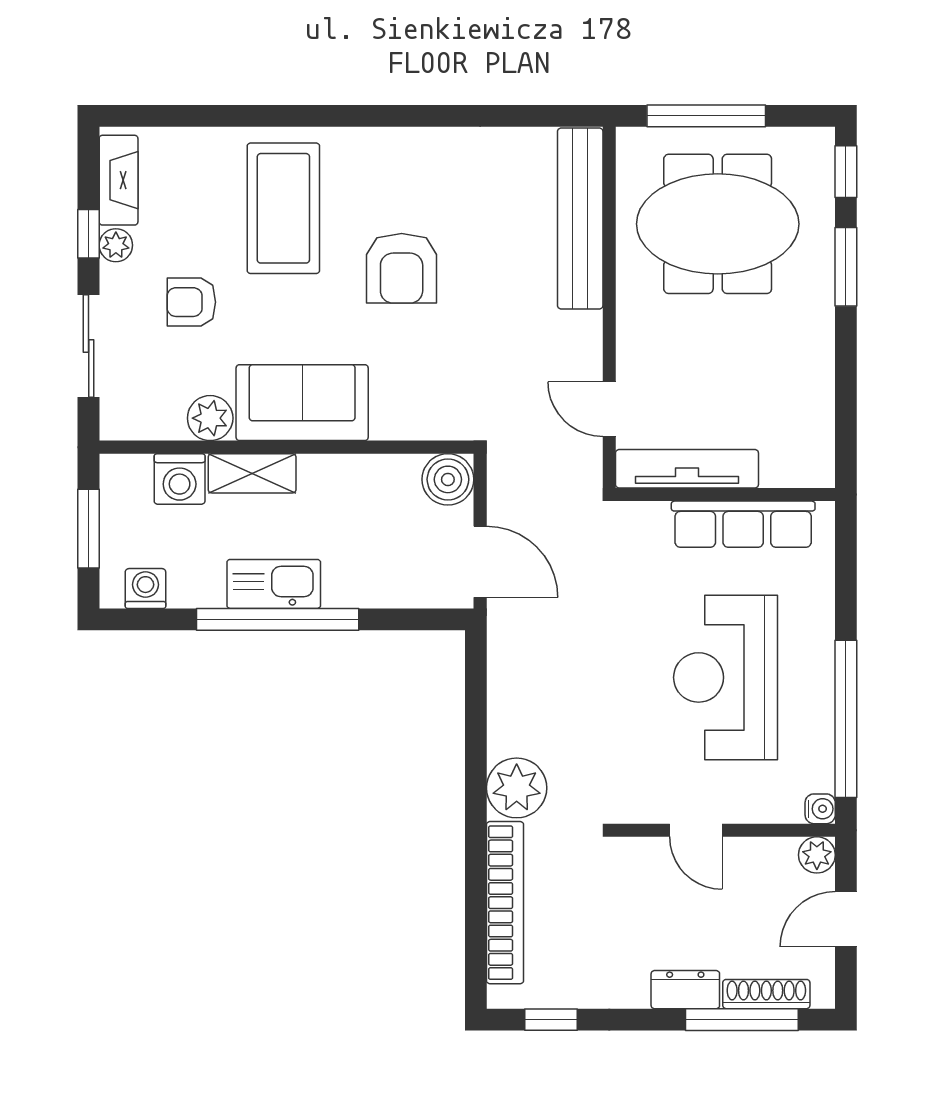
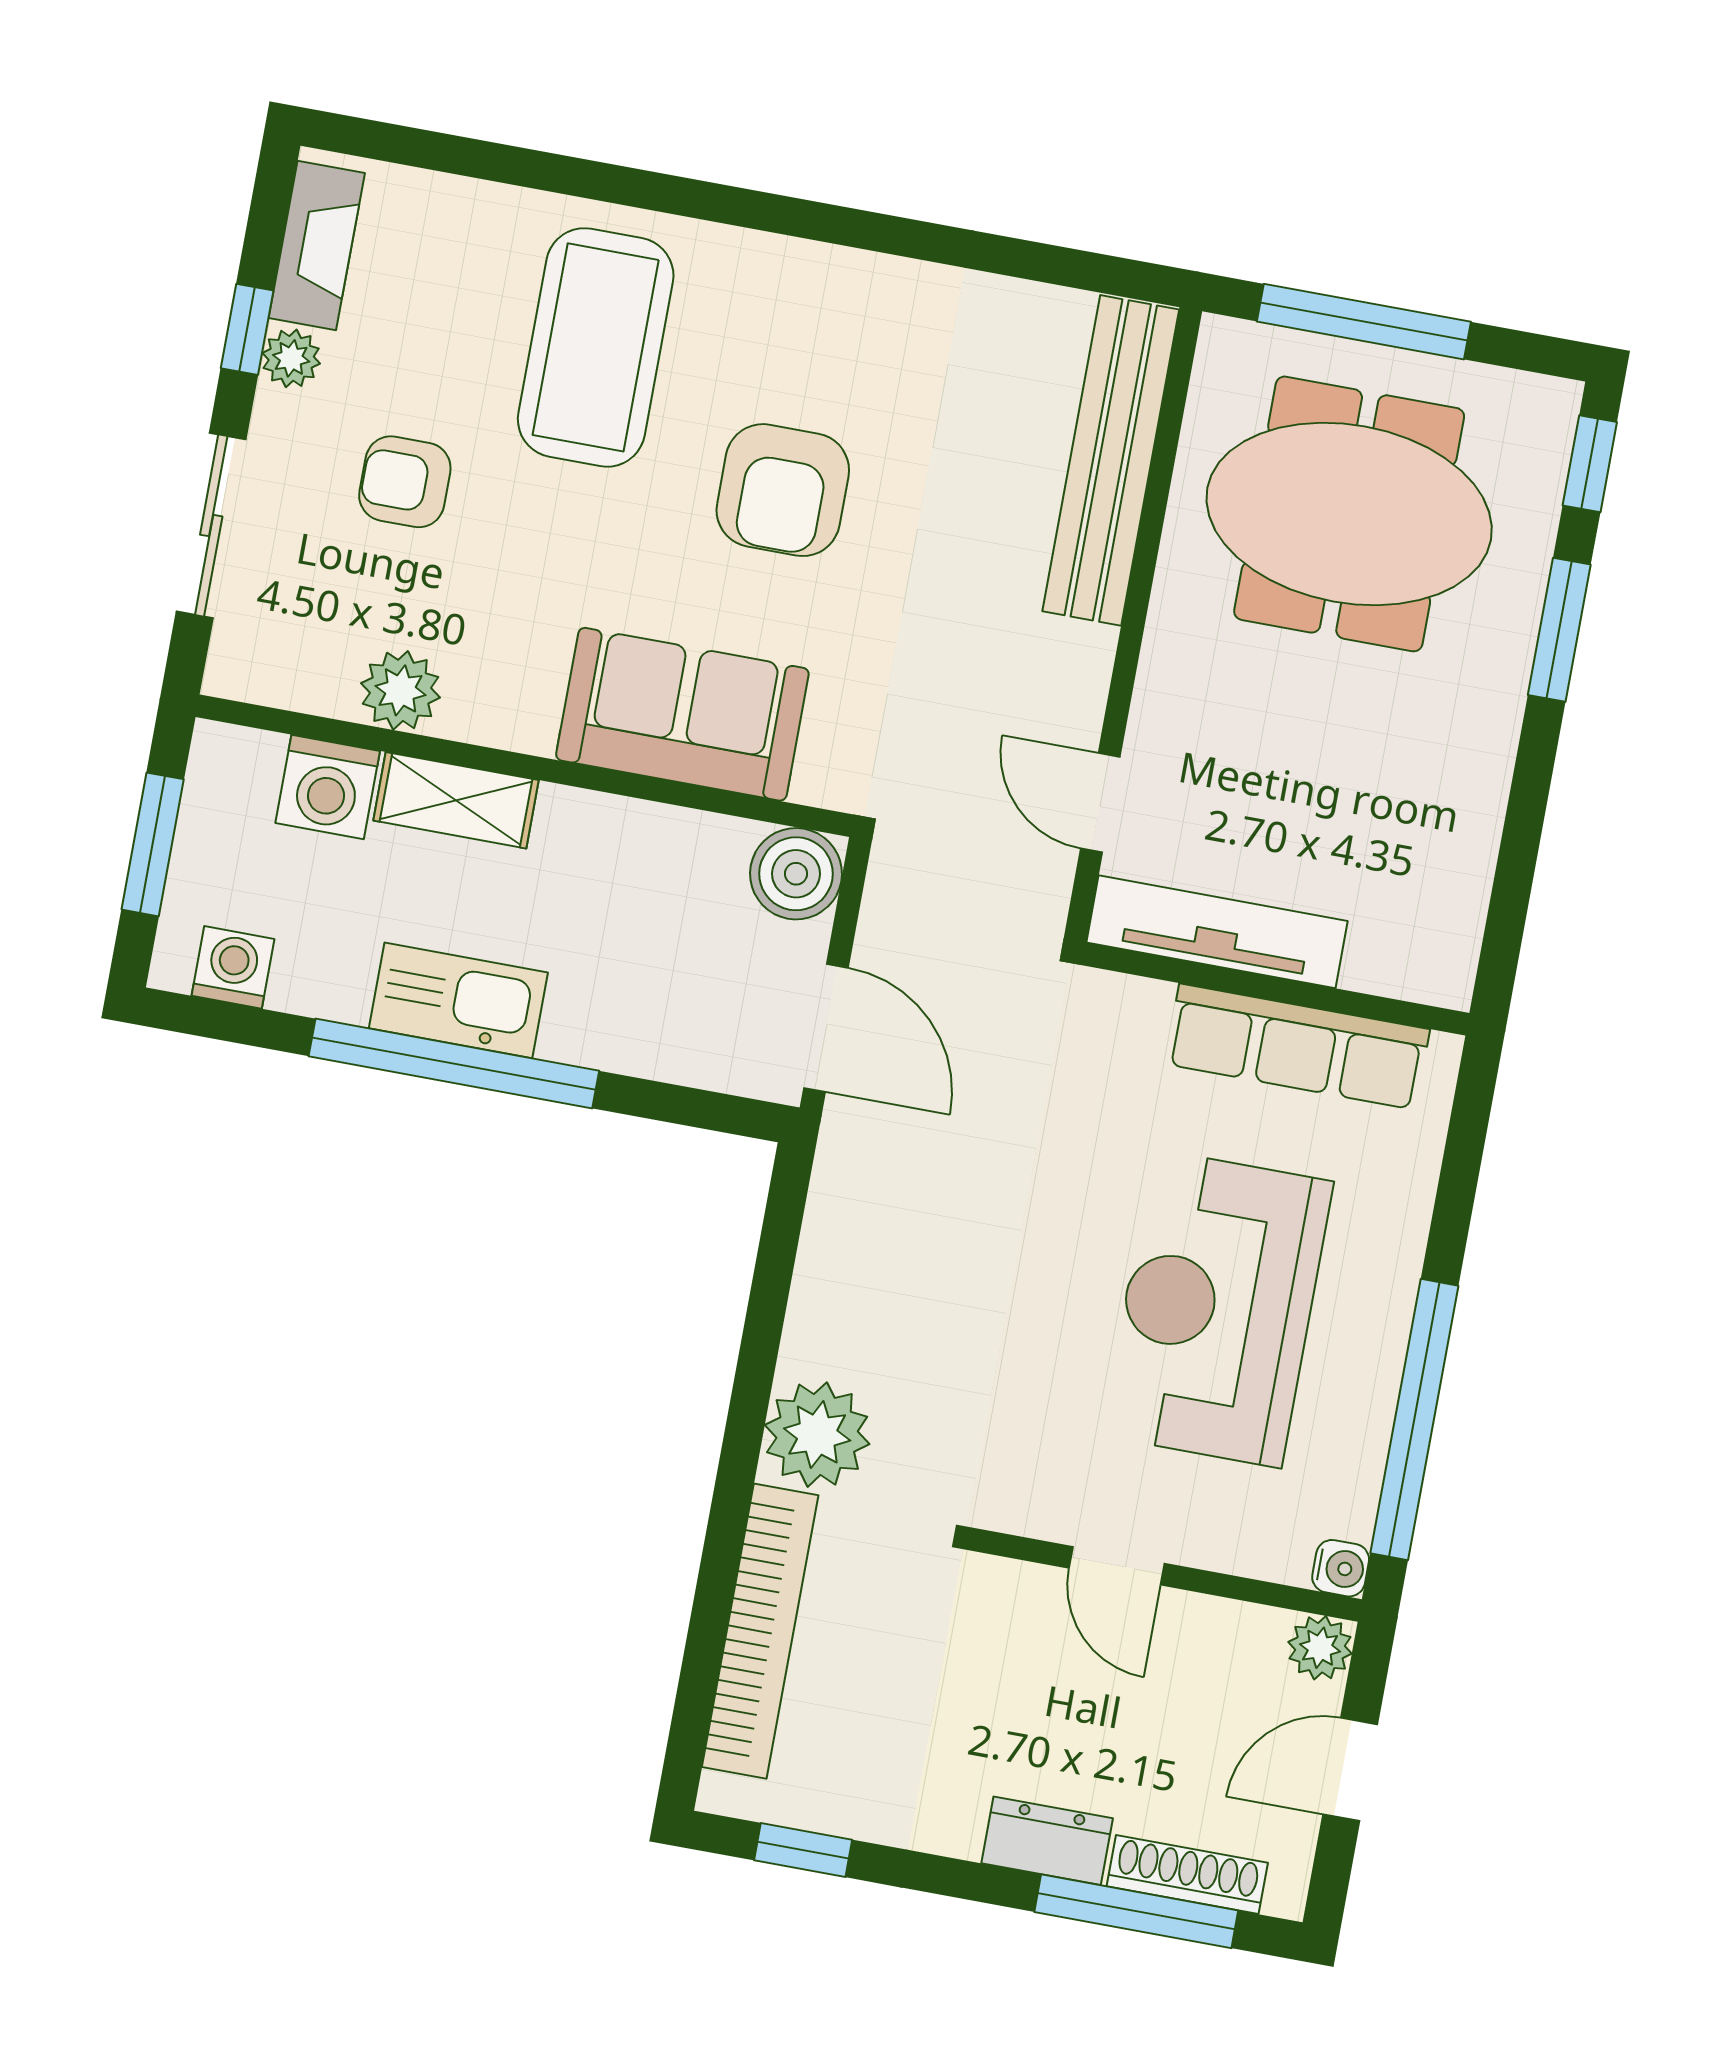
sofa: (302, 403) -> (682, 714), moved

